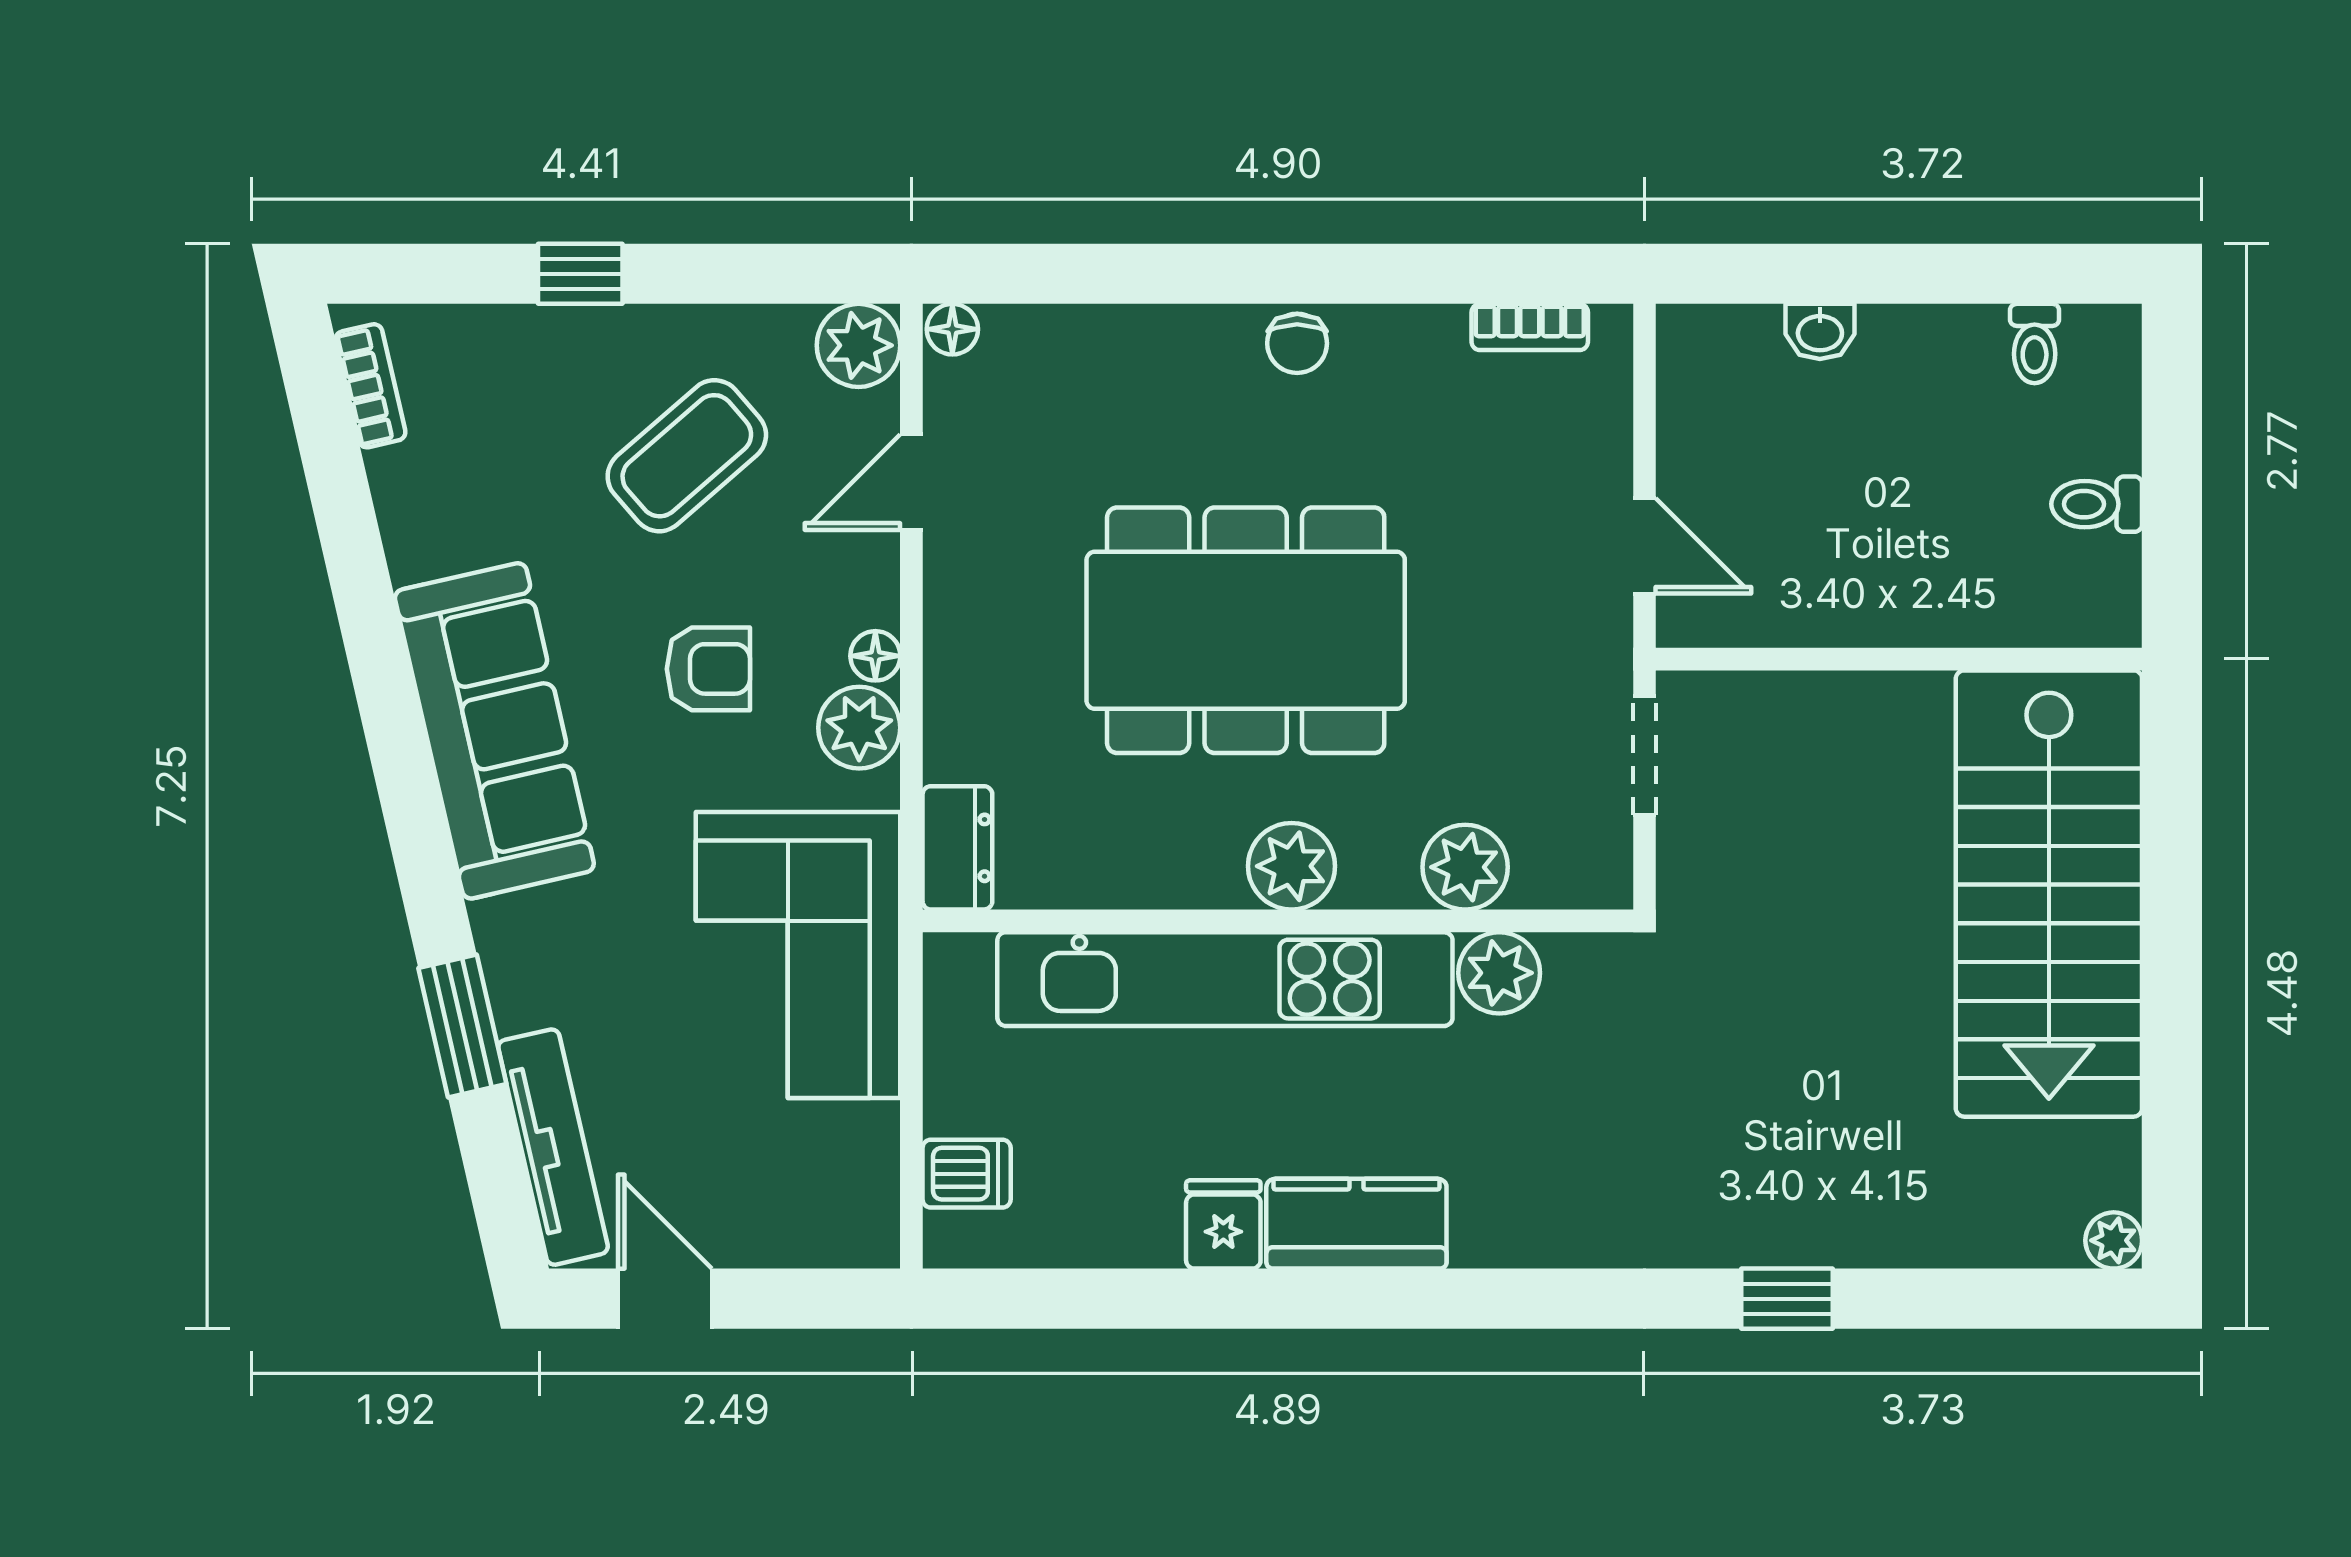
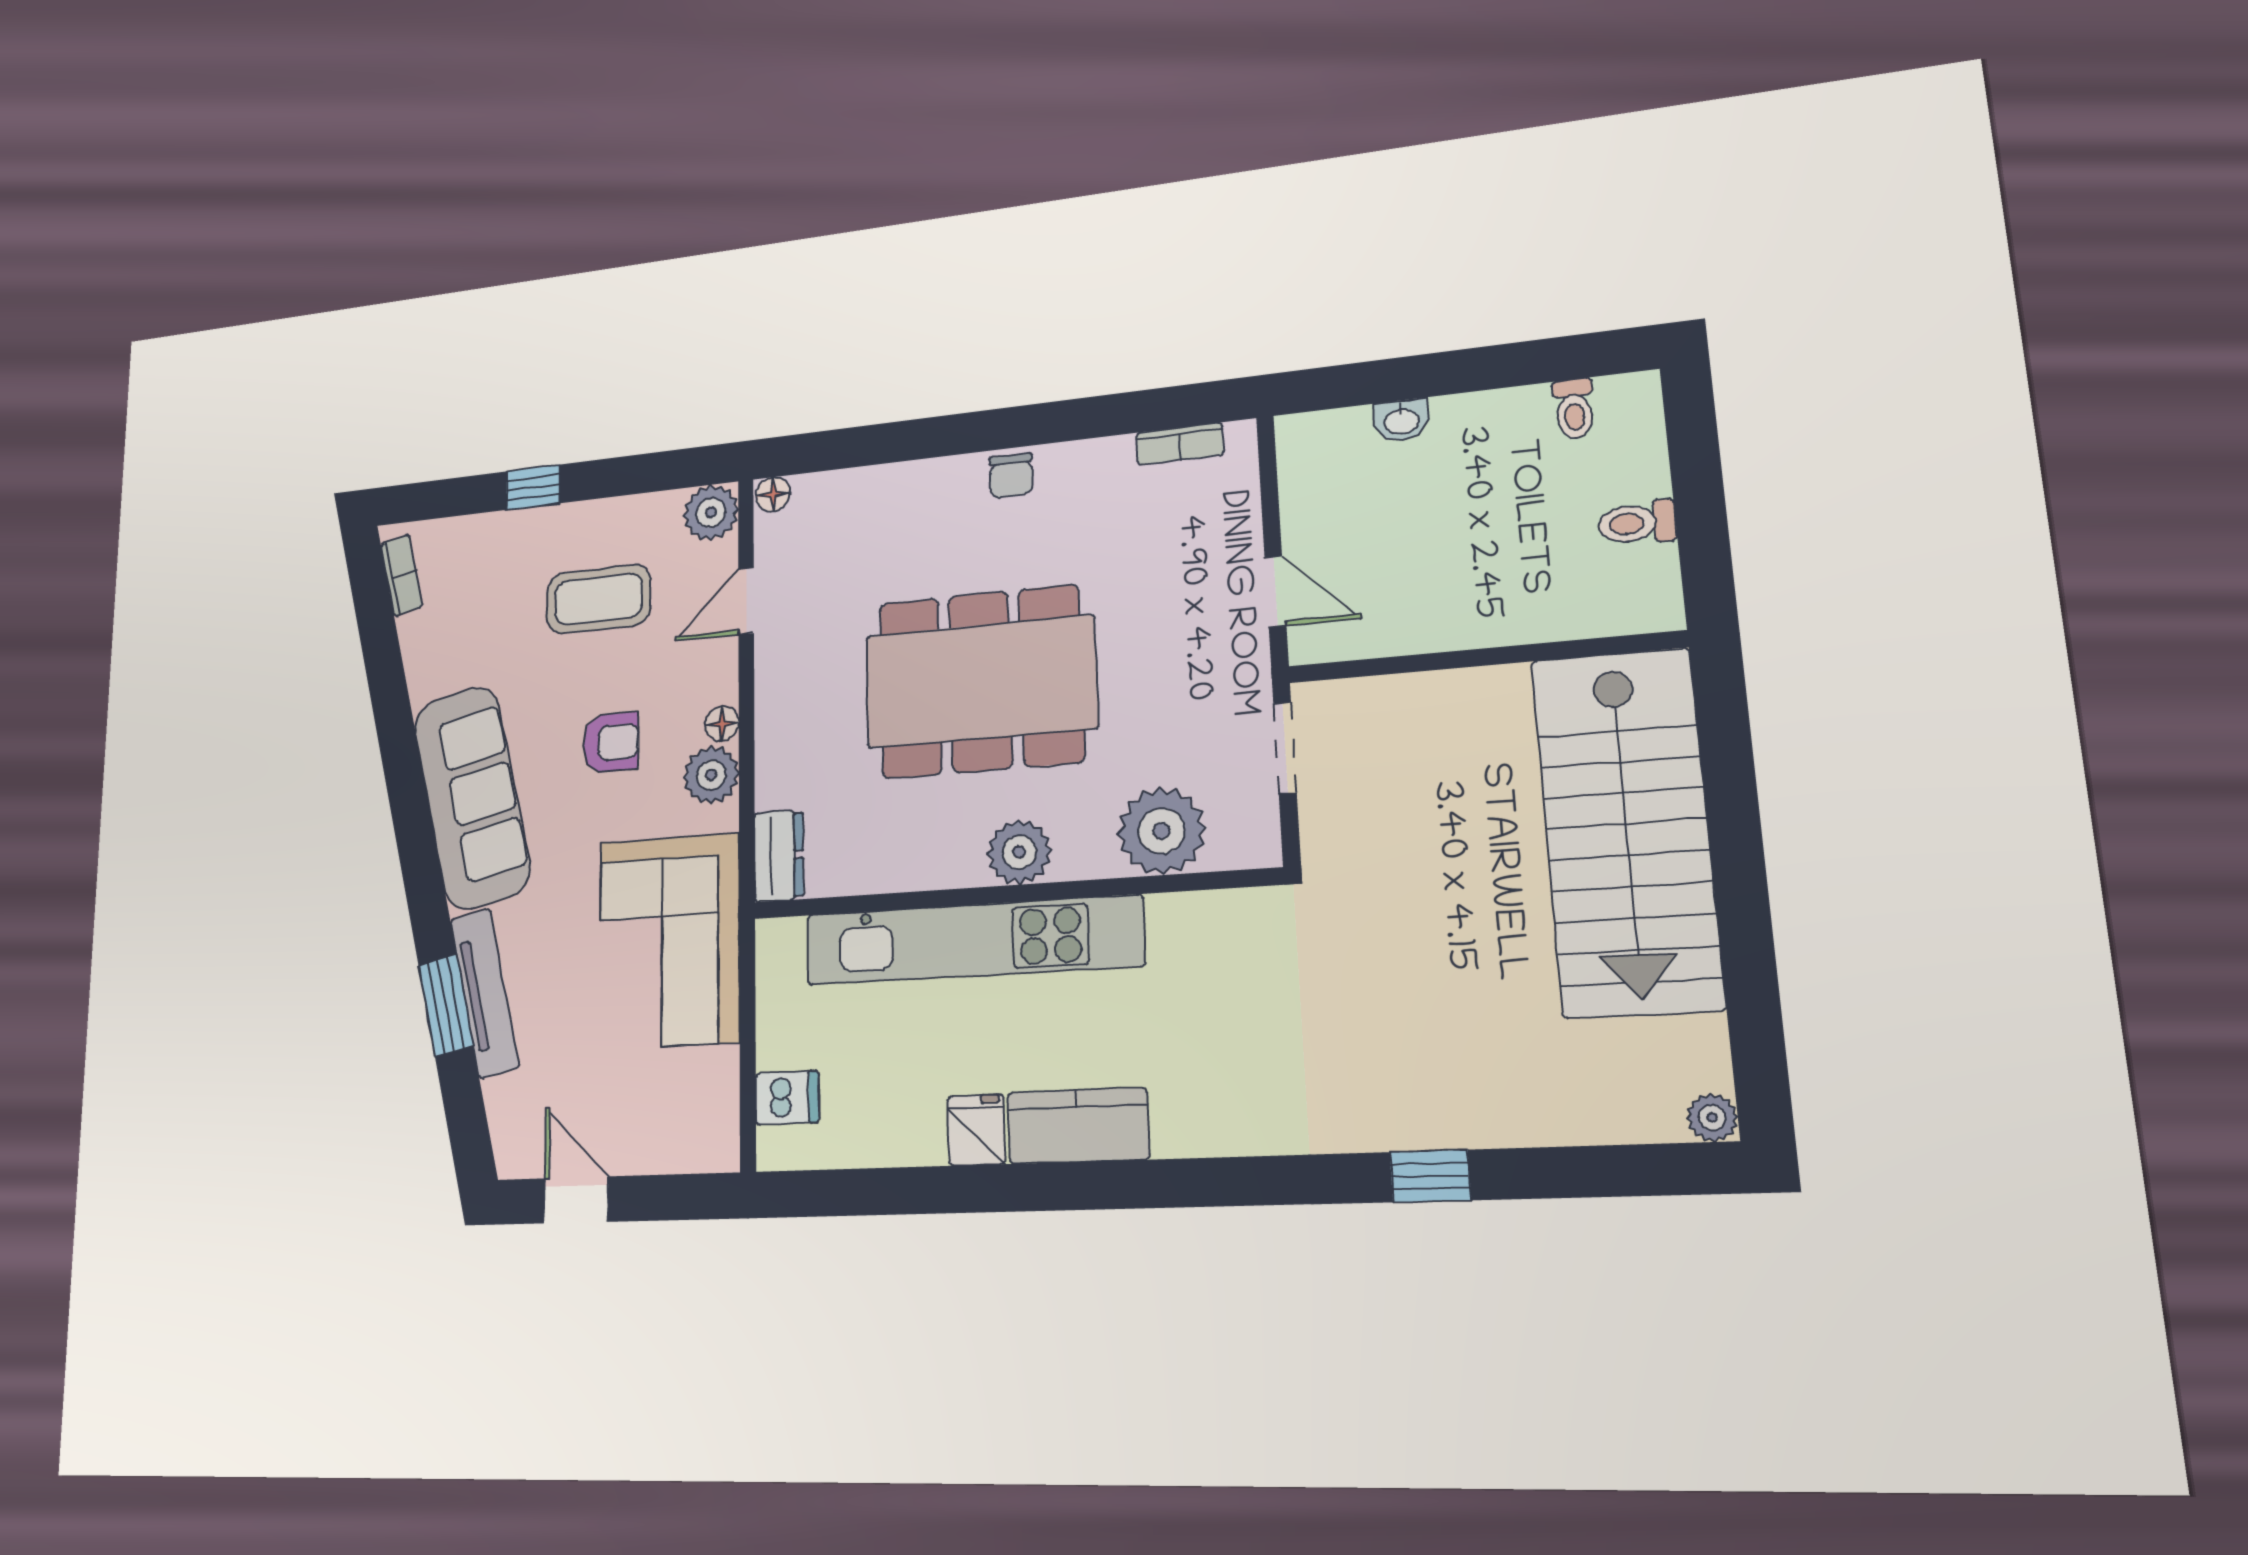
coffee table: (687, 456) -> (598, 599), turned 41
plant: (1465, 867) -> (1161, 831), width x1.36, depth x1.36
plant: (1499, 973) -> (1180, 923), removed
tv unit: (553, 1147) -> (485, 993), moved

